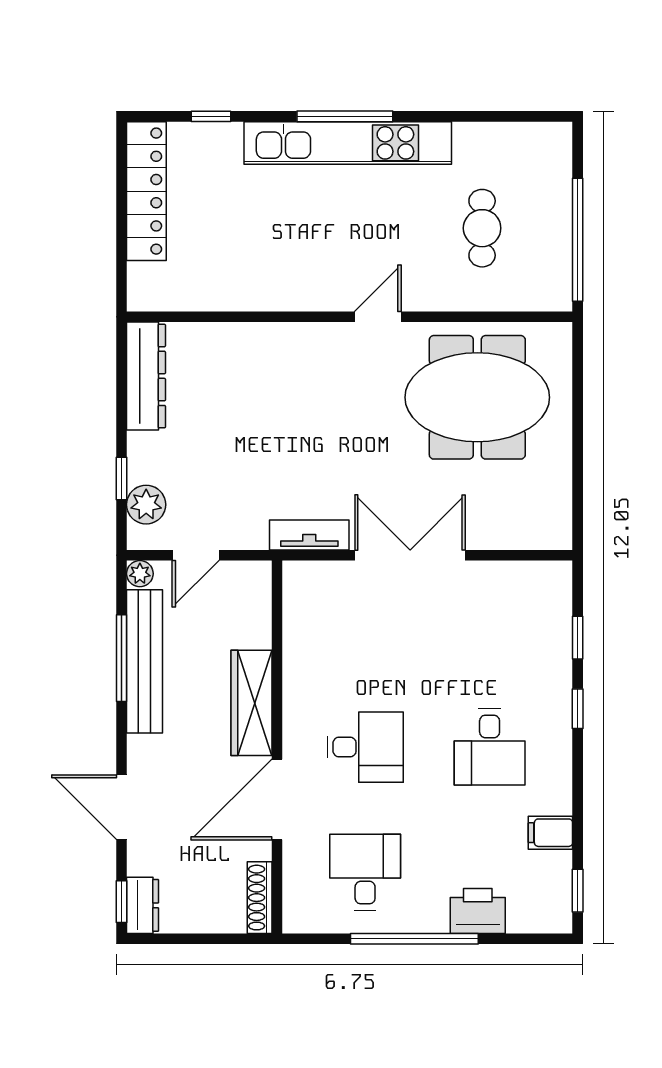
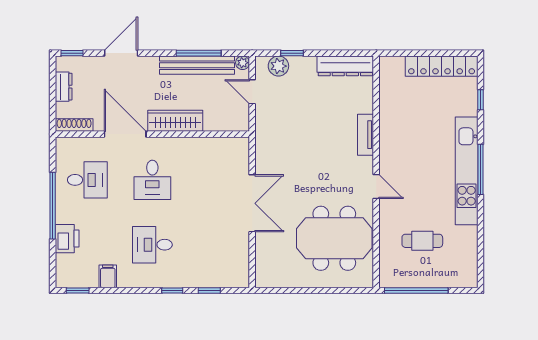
meeting table: (477, 397) -> (334, 238), turned 90
tv unit: (309, 535) -> (366, 135), moved, turned 180
dresser: (143, 905) -> (64, 87), moved, turned -90

